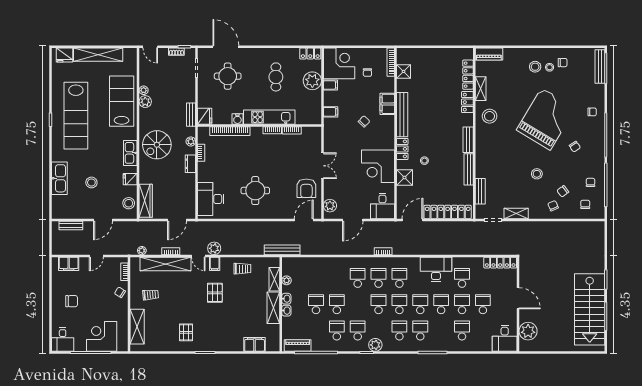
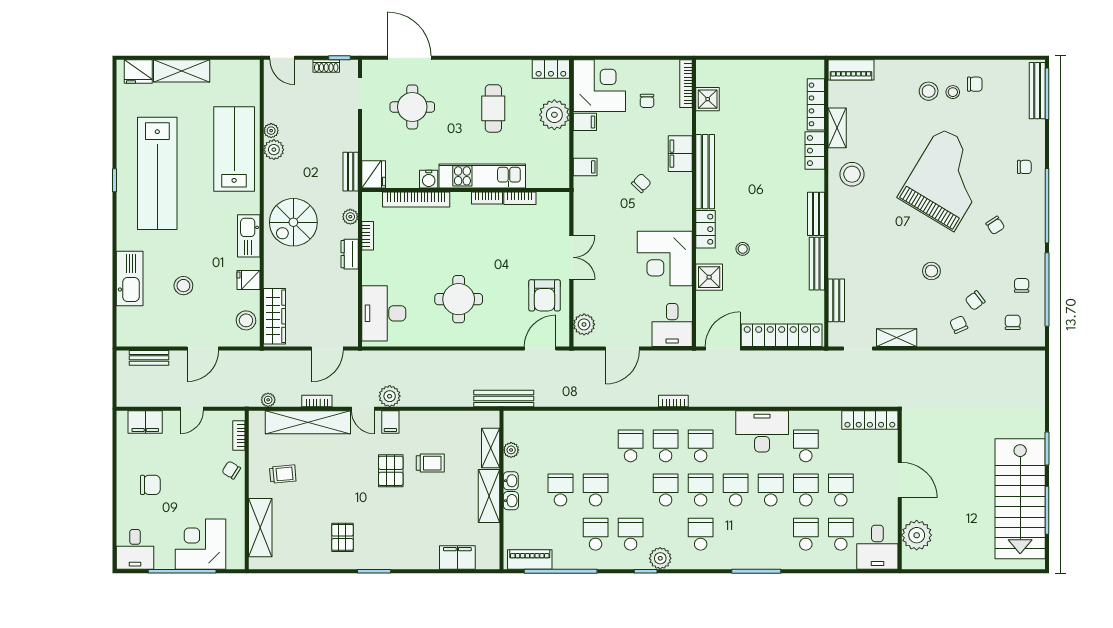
shelving: (98, 55) -> (182, 71), width x0.68
trolley: (242, 269) -> (430, 463), moved
school desk: (420, 331) -> (841, 534), moved

